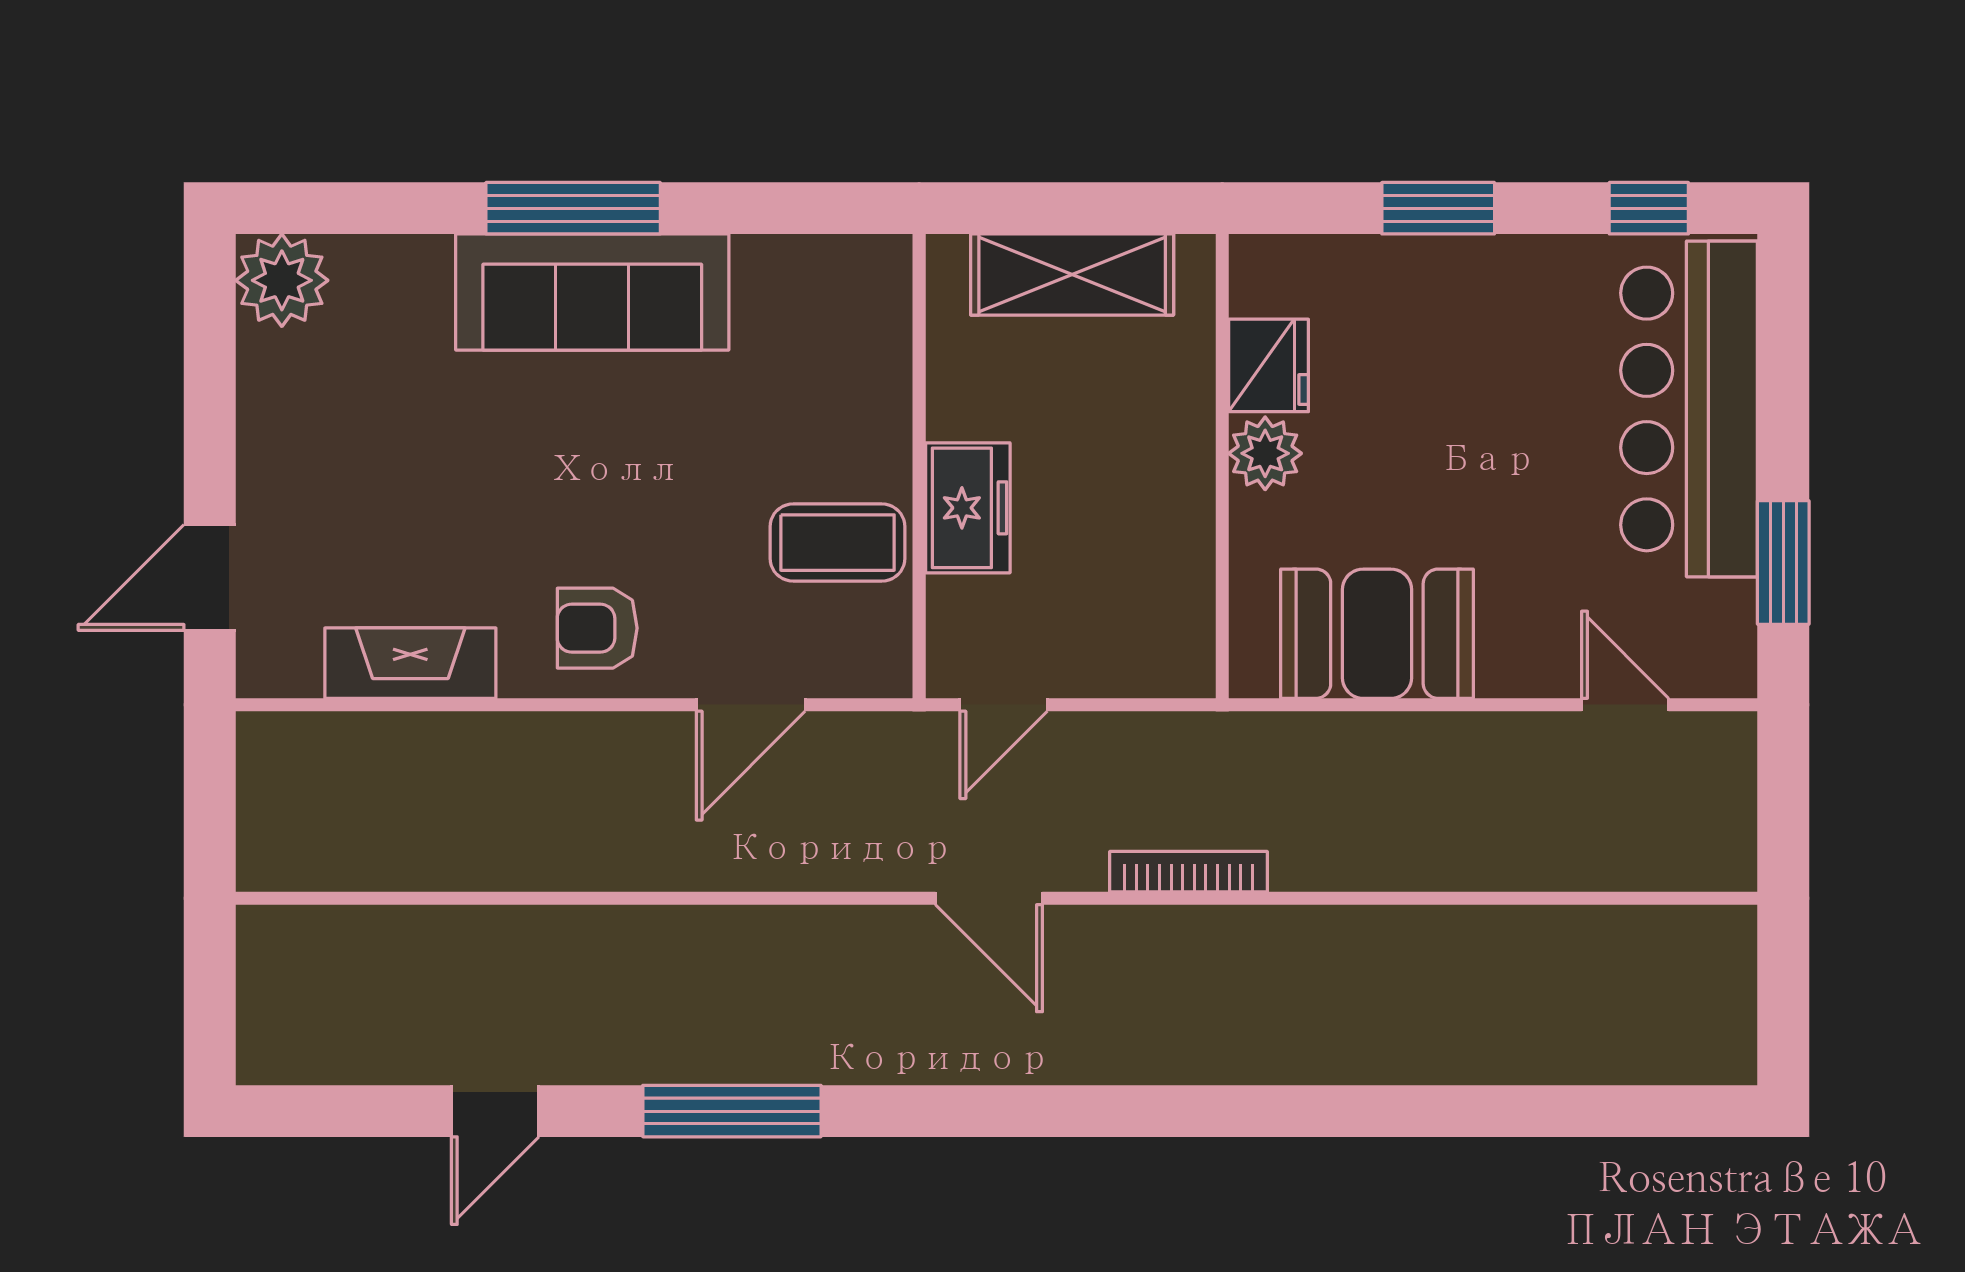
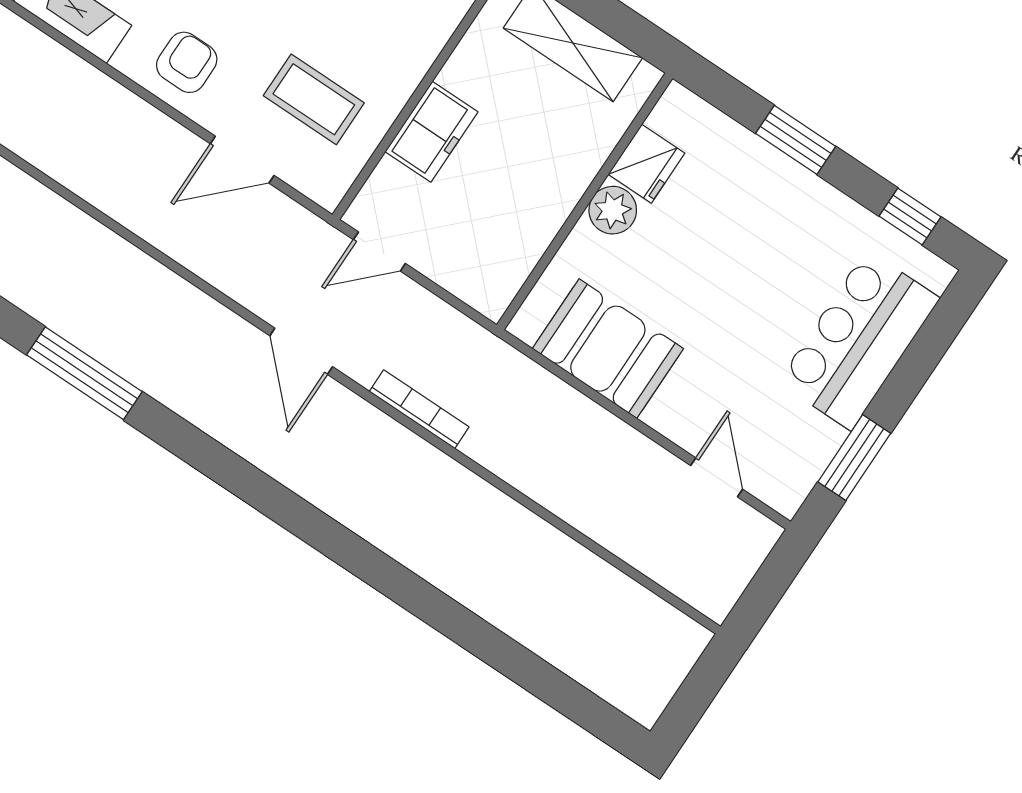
bar counter: (1689, 409) -> (859, 340), width x0.73
coffee table: (838, 543) -> (314, 99), moved
armchair: (597, 628) -> (187, 62), turned 90

